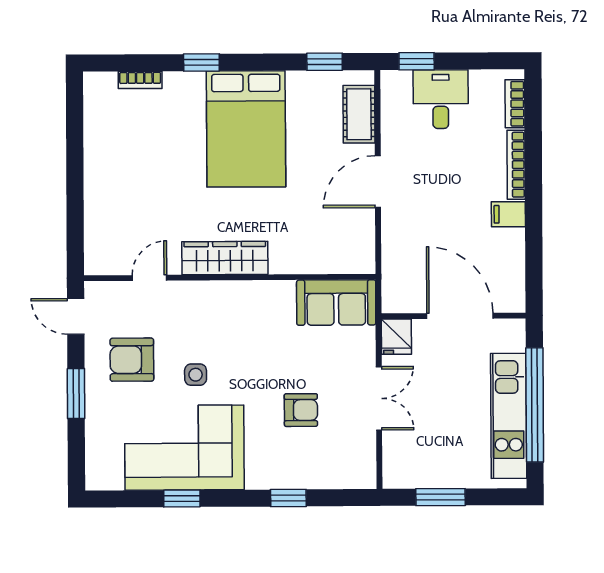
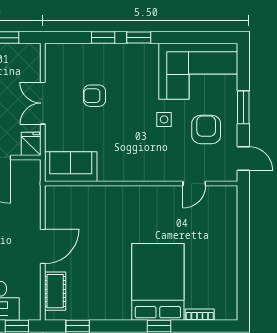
bed: (246, 129) -> (158, 282), moved
wardrobe: (225, 258) -> (144, 196), removed
armchair: (132, 360) -> (206, 130), turned -90
corner sofa: (184, 448) -> (198, 71), moved
window: (182, 498) -> (139, 38), moved

